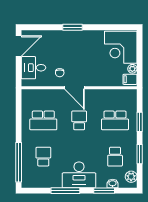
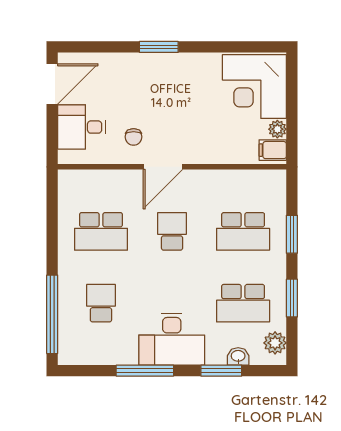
door: (75, 88) -> (163, 167), hinge flipped
school desk: (115, 157) -> (243, 303), width x1.85

